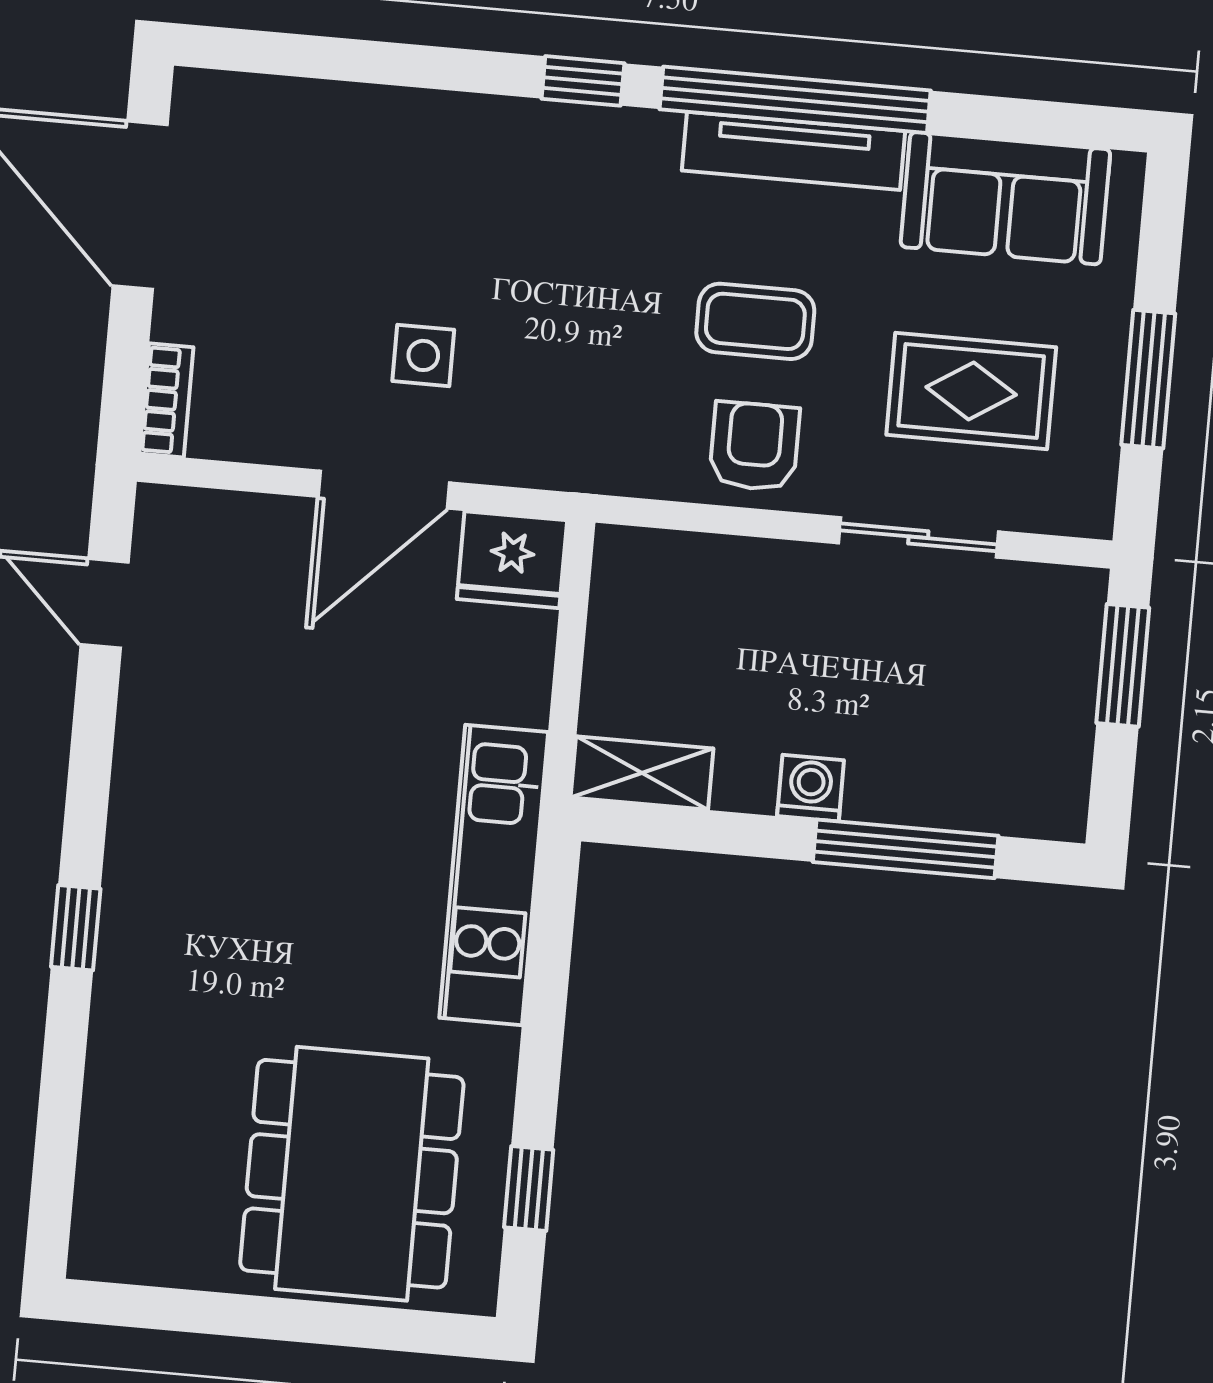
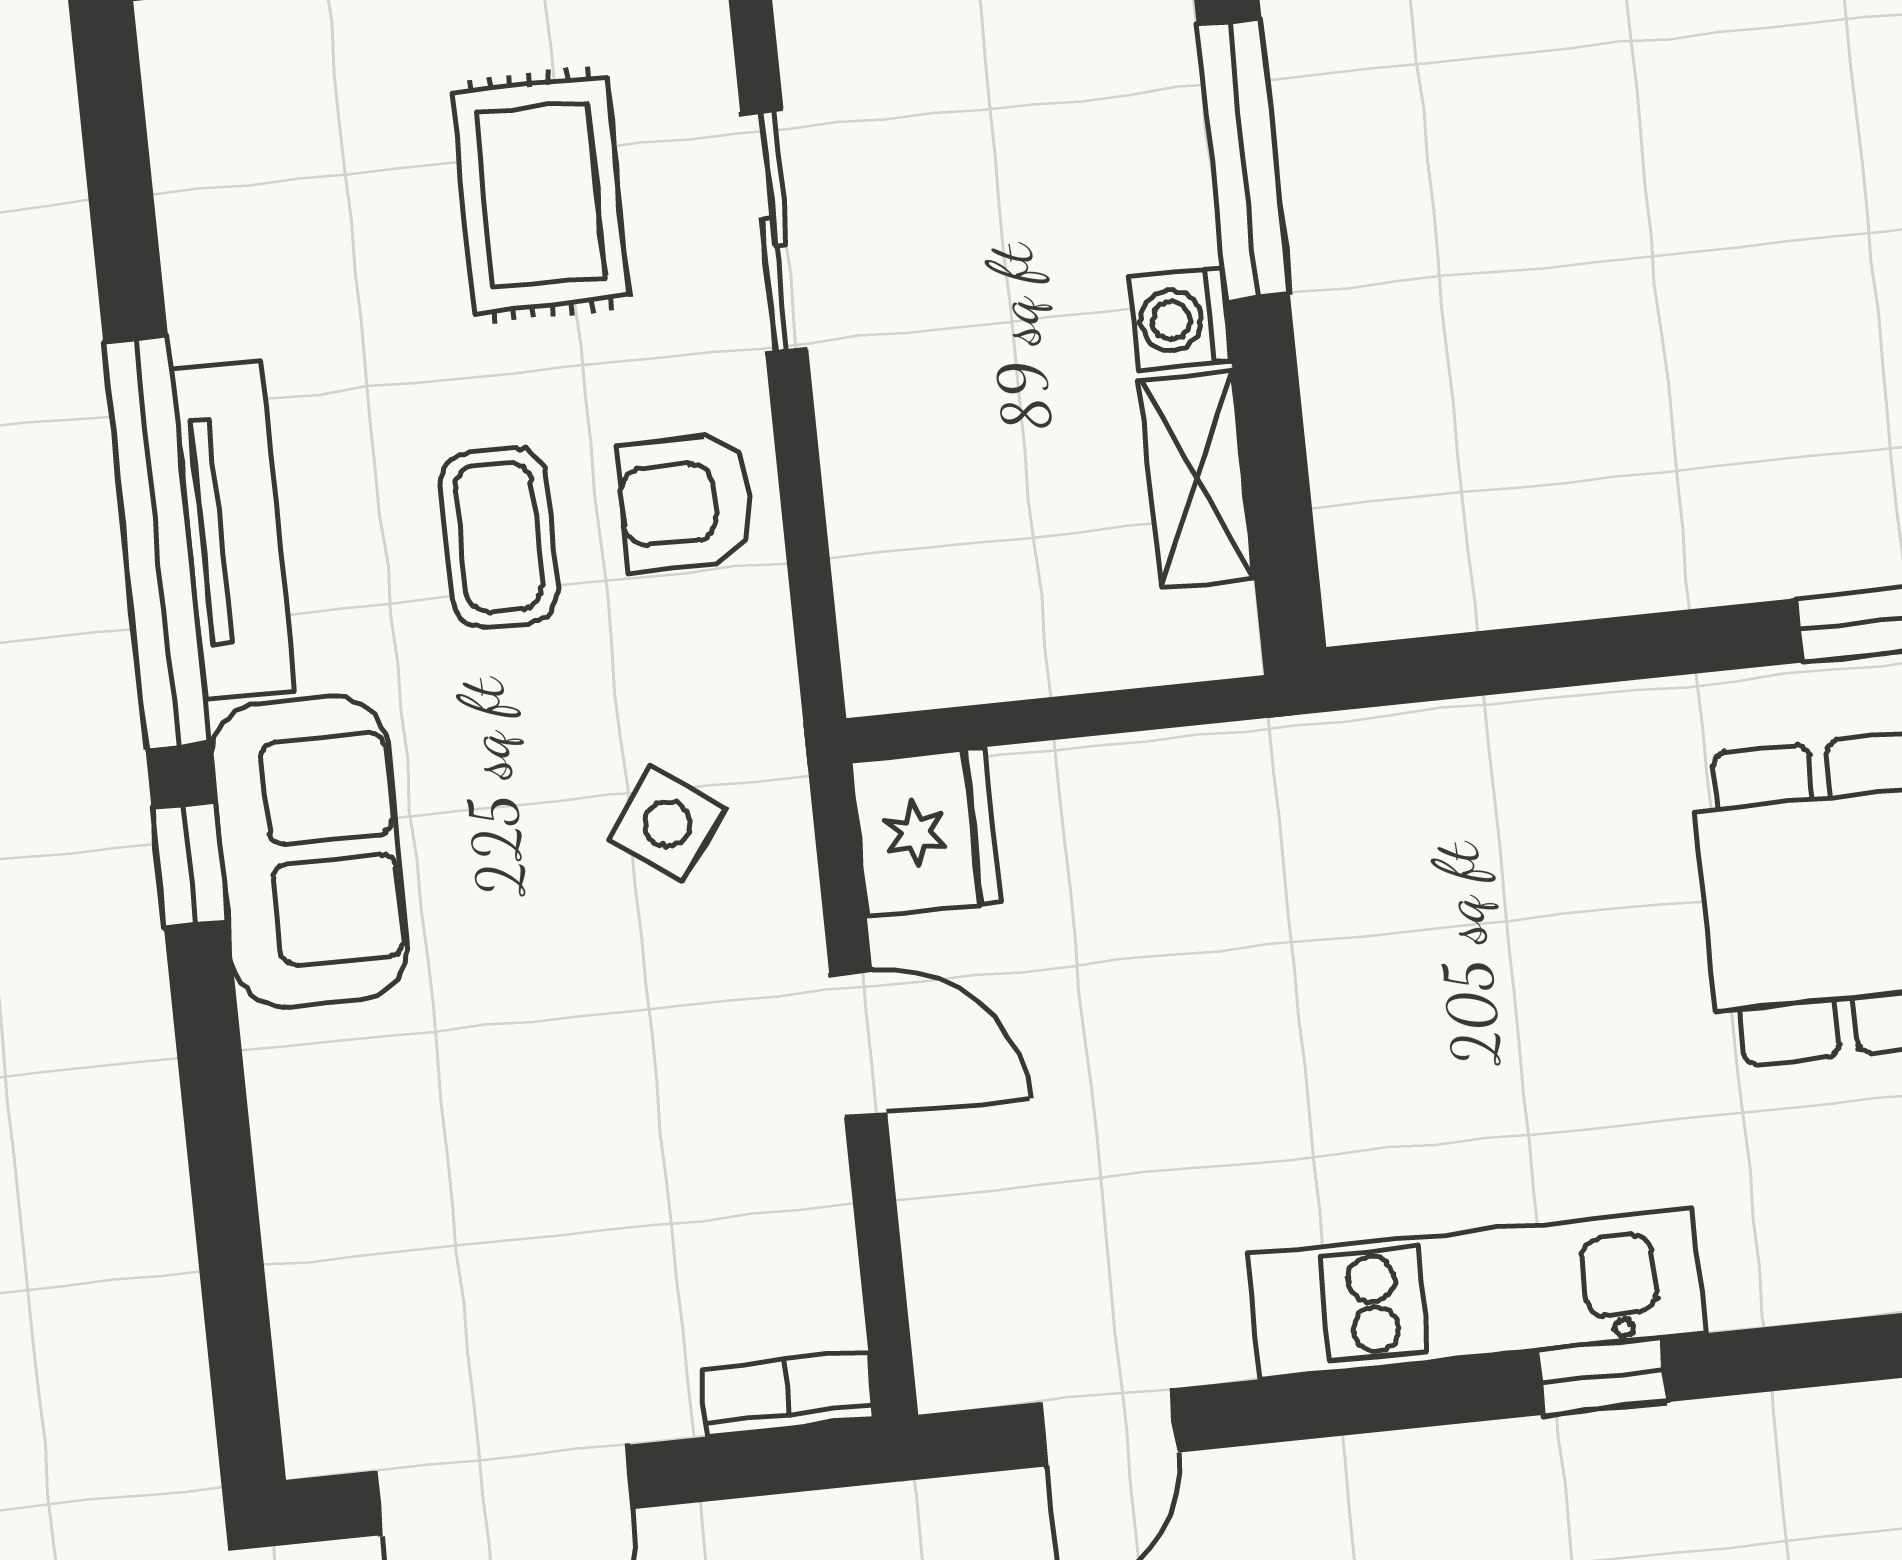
sofa: (1005, 198) -> (310, 852), moved
side table: (423, 355) -> (667, 824), moved, turned 36
door: (384, 490) -> (858, 1044), width x0.73
shelving: (642, 773) -> (1197, 479), moved
kitchen unit: (494, 875) -> (1476, 1294), moved, turned 180

